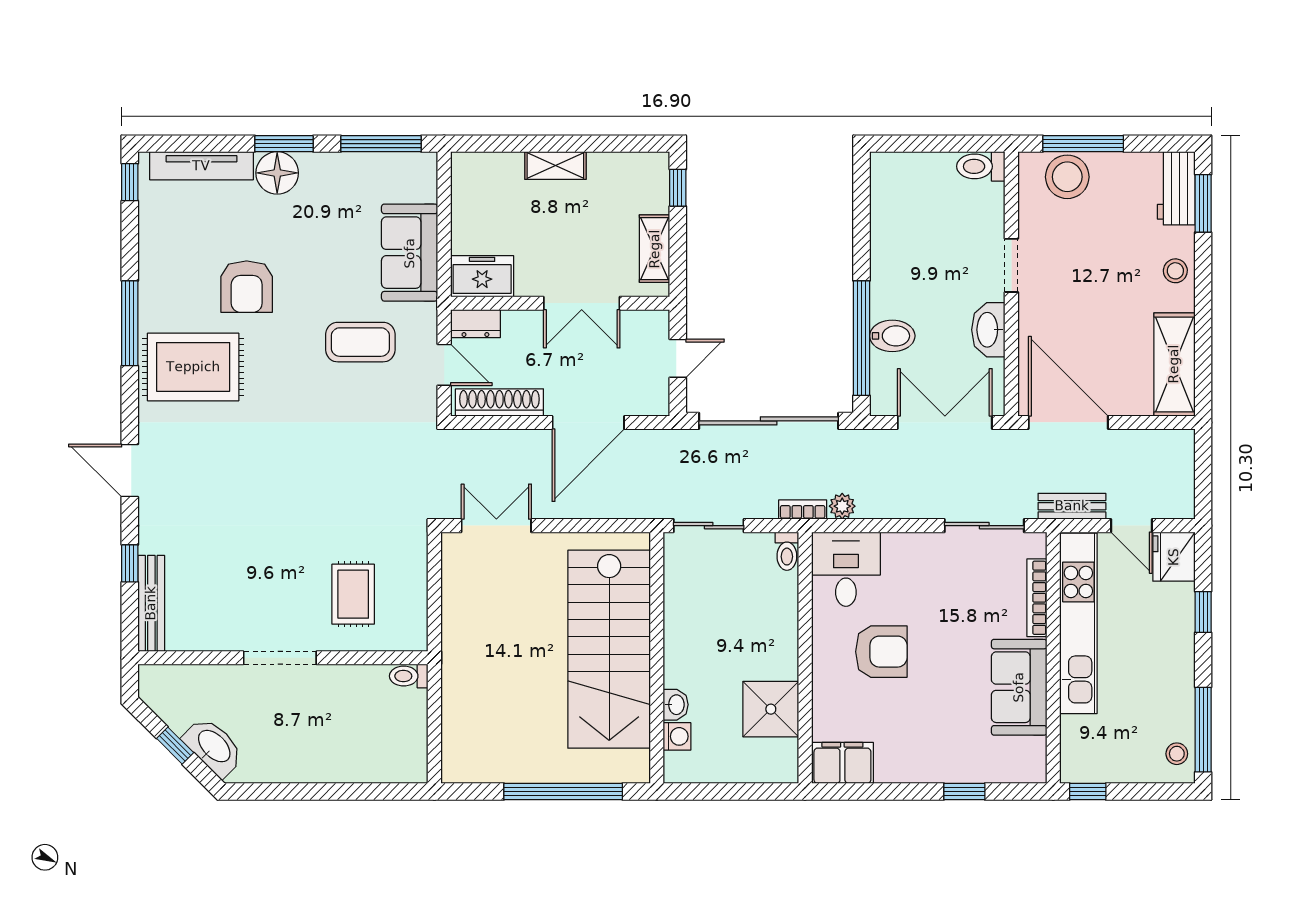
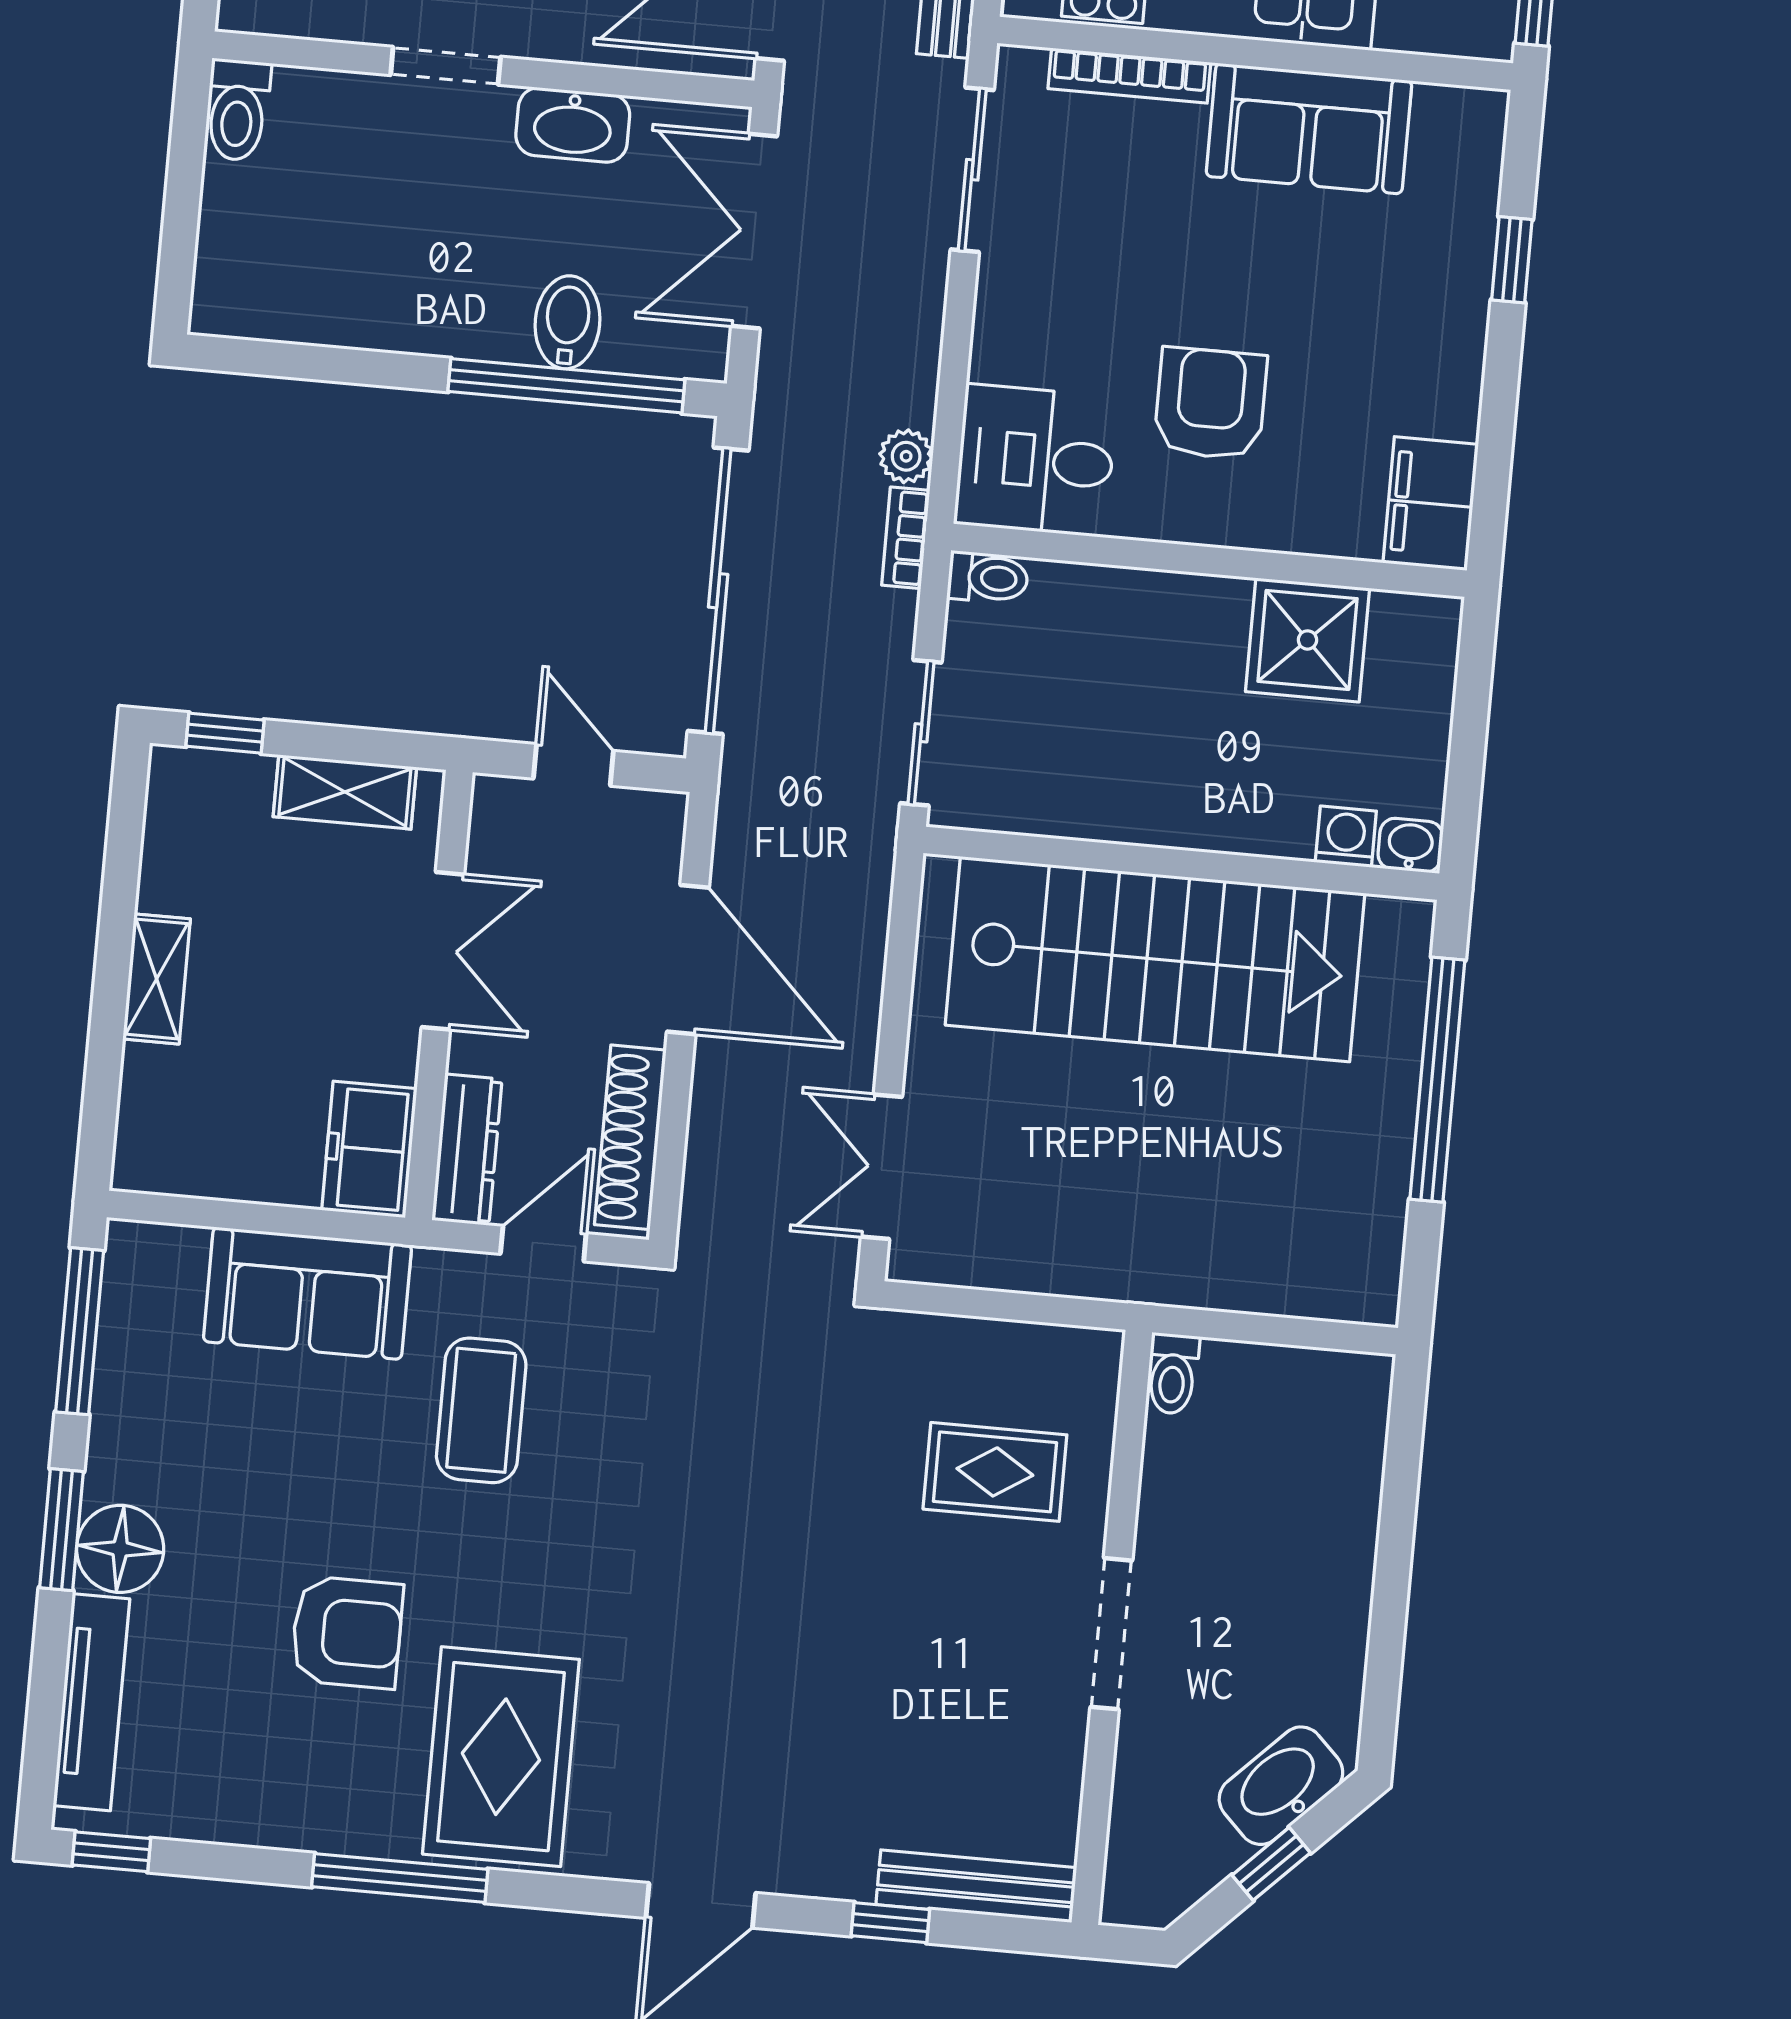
dresser: (475, 324) -> (467, 1150), width x1.44
washbasin: (676, 705) -> (1410, 845), moved

